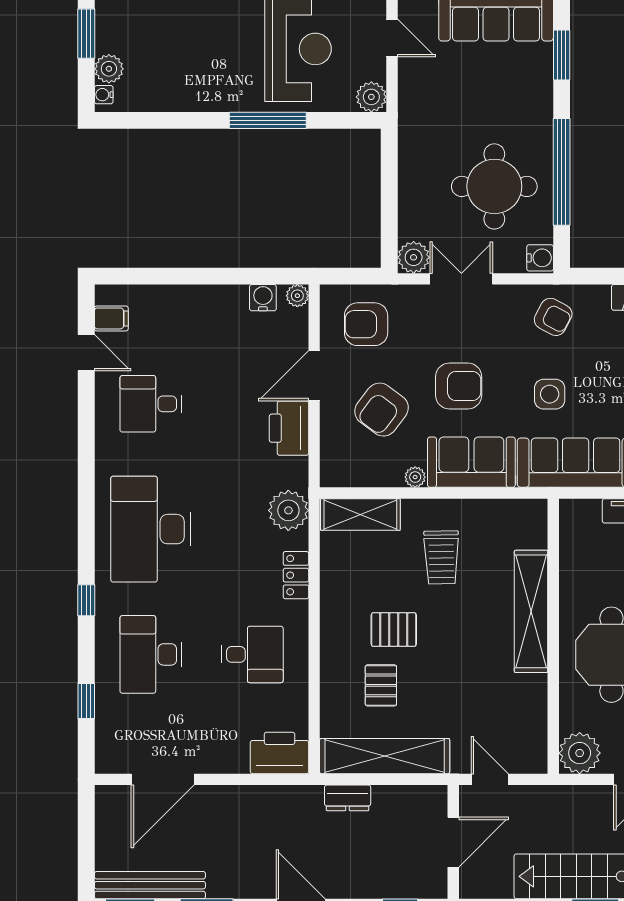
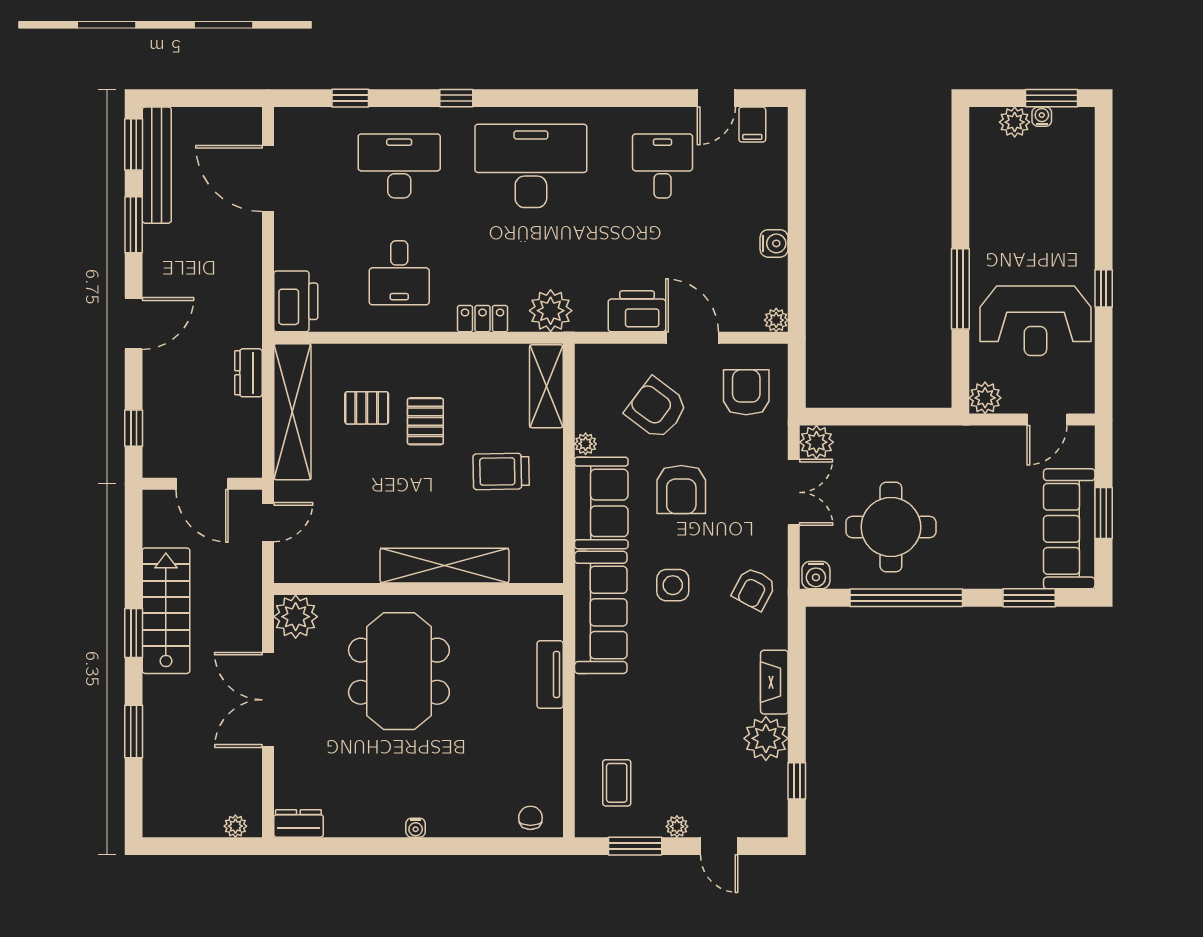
water cooler: (104, 95) -> (1042, 117), moved
water cooler: (263, 298) -> (774, 243), moved

